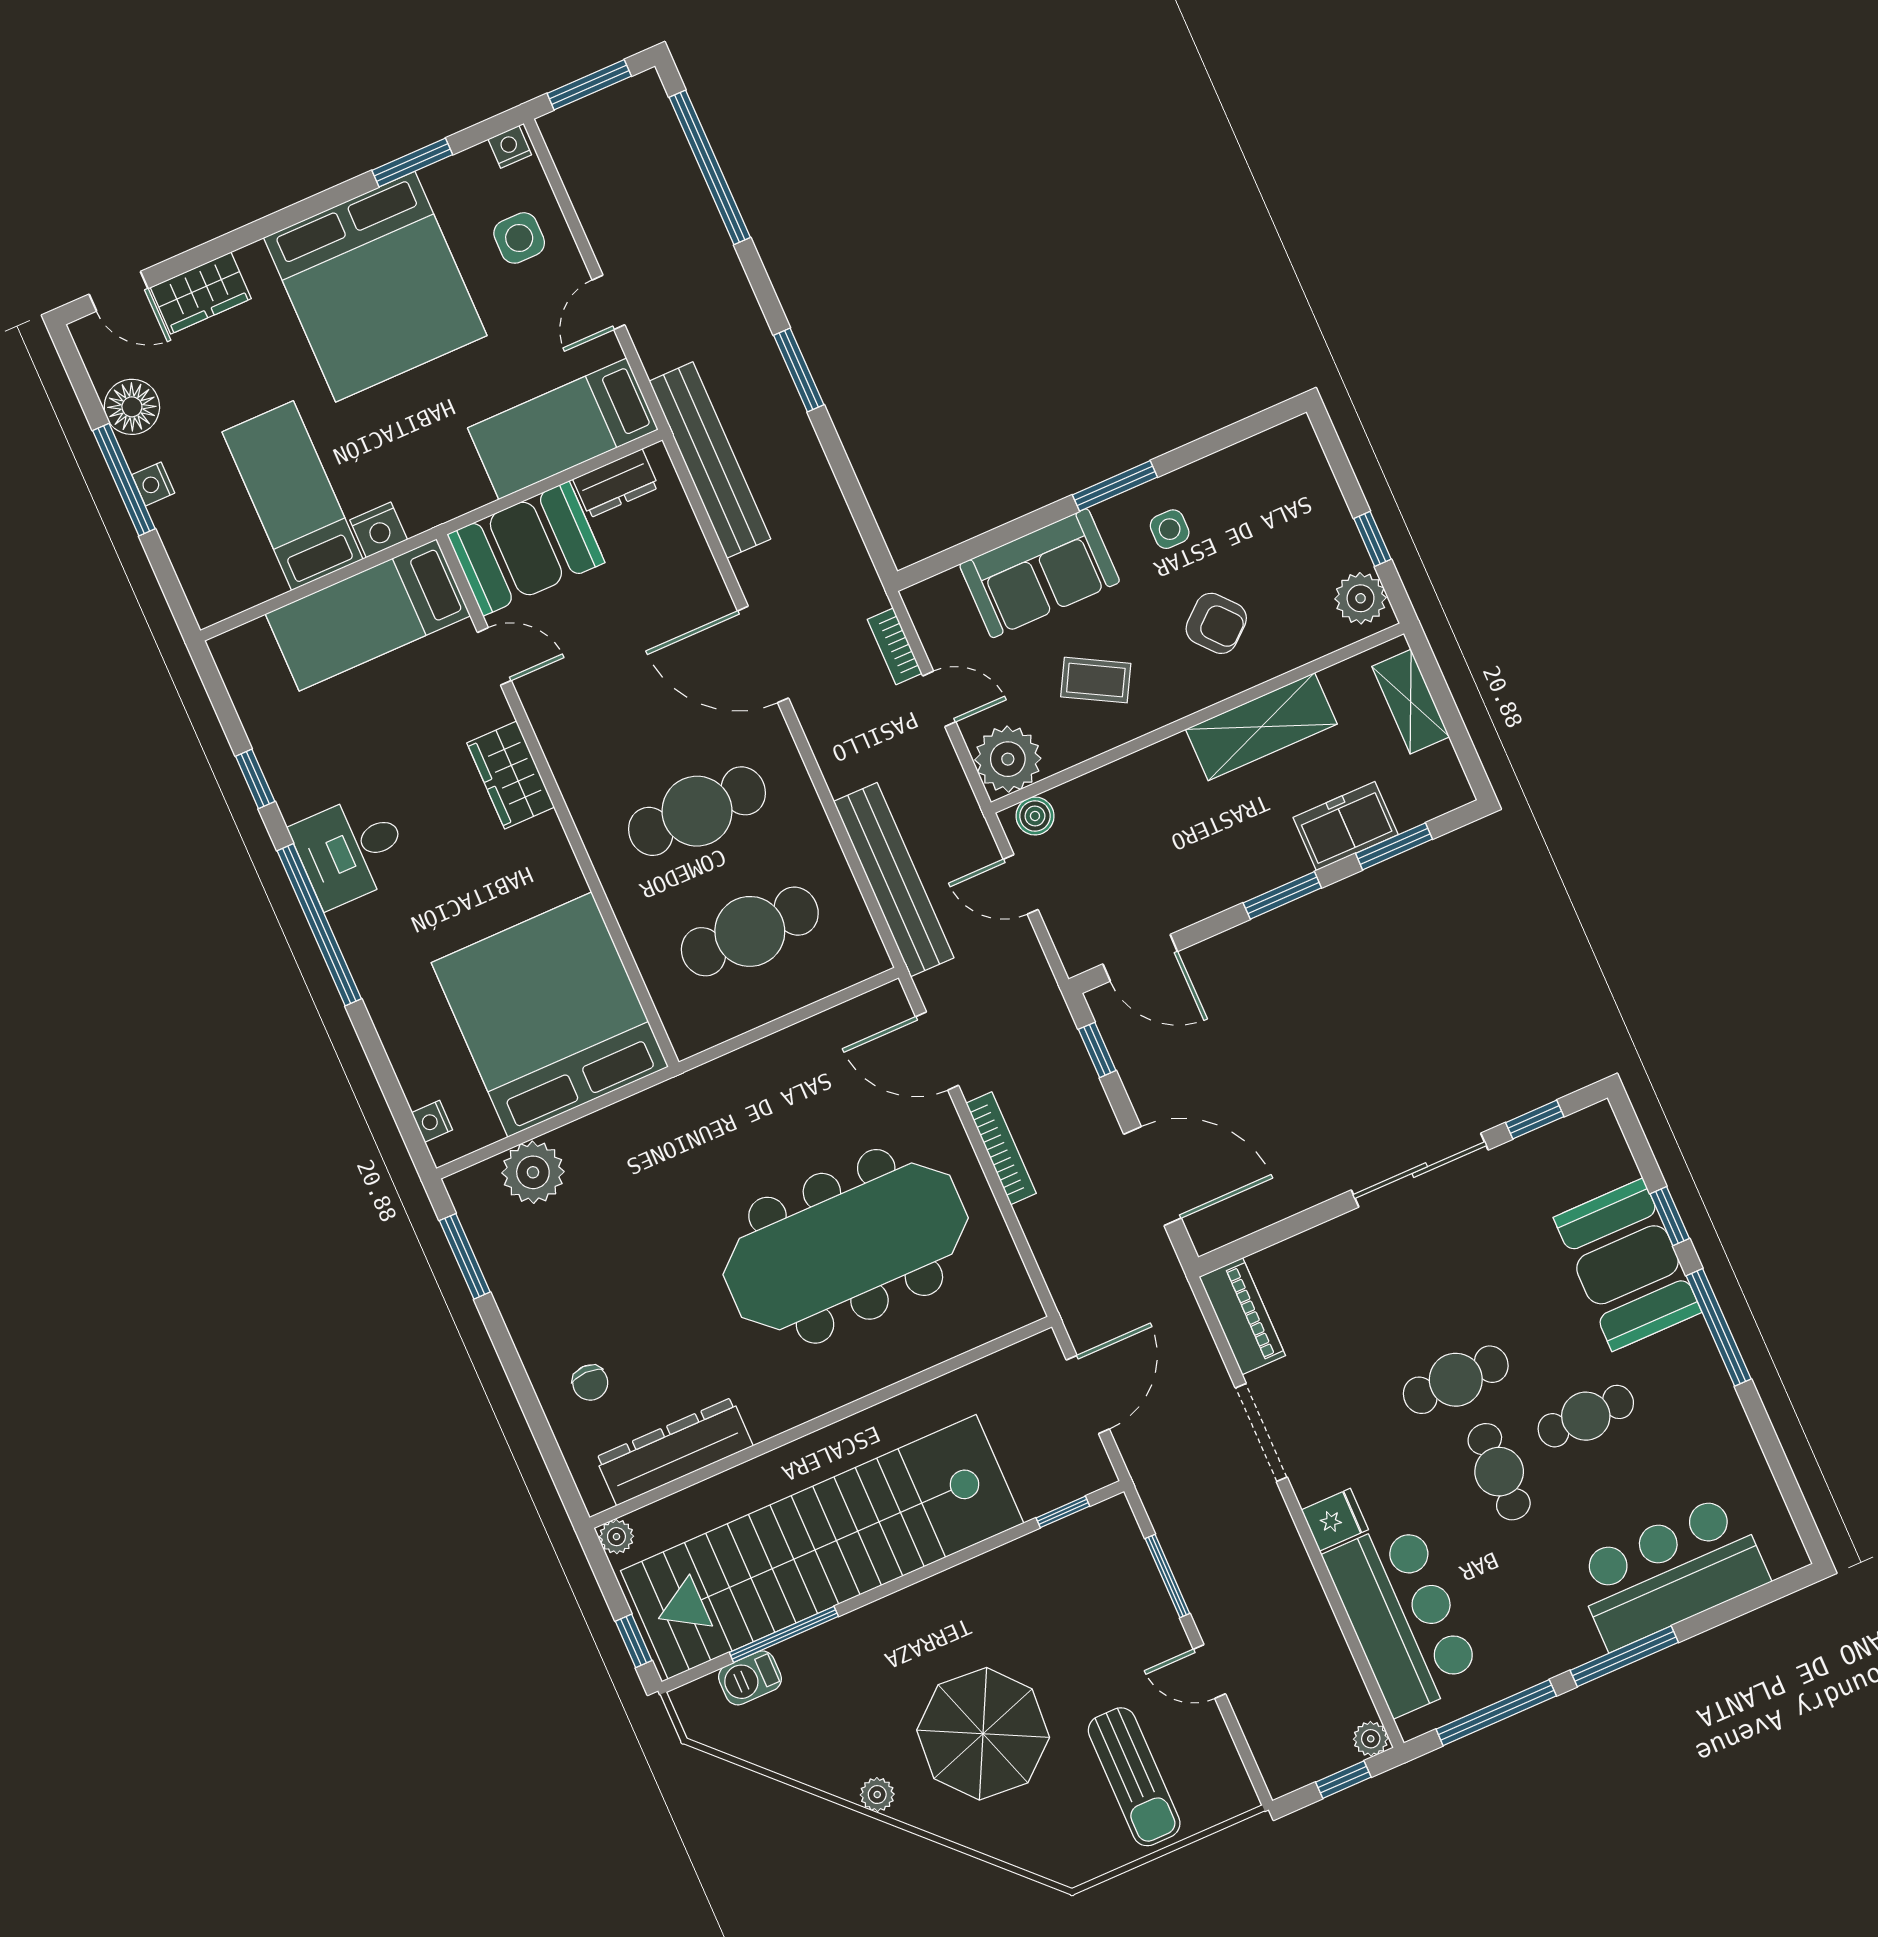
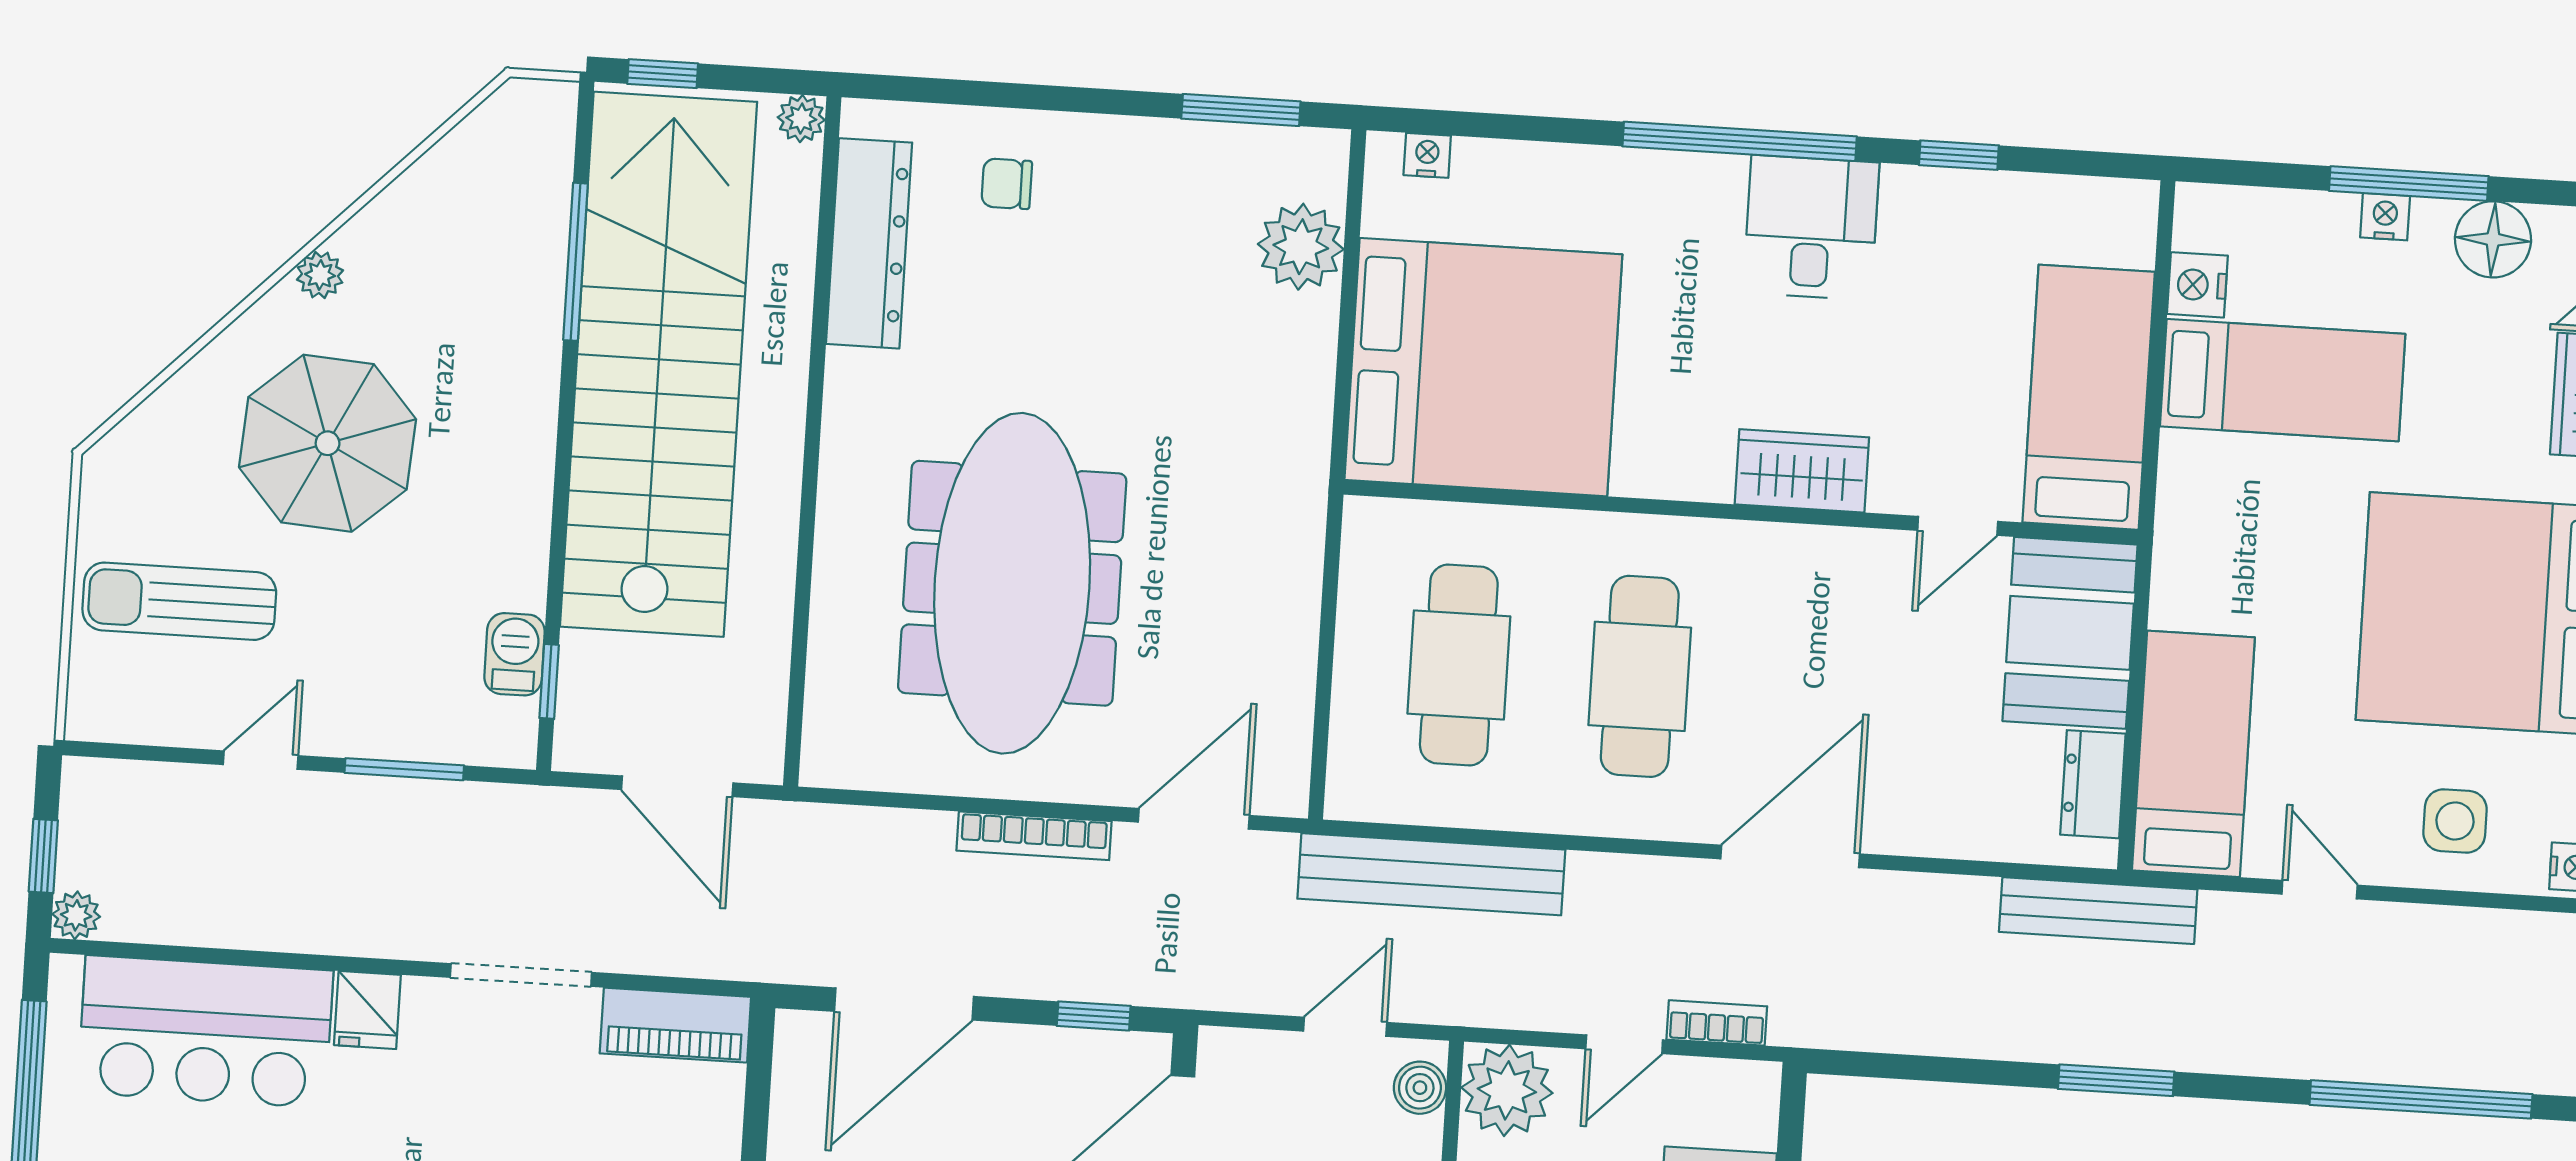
bench: (710, 460) -> (2098, 911), width x0.73, depth x0.82
nightstand: (379, 530) -> (2197, 285), moved
barbecue: (750, 1678) -> (515, 654), moved

